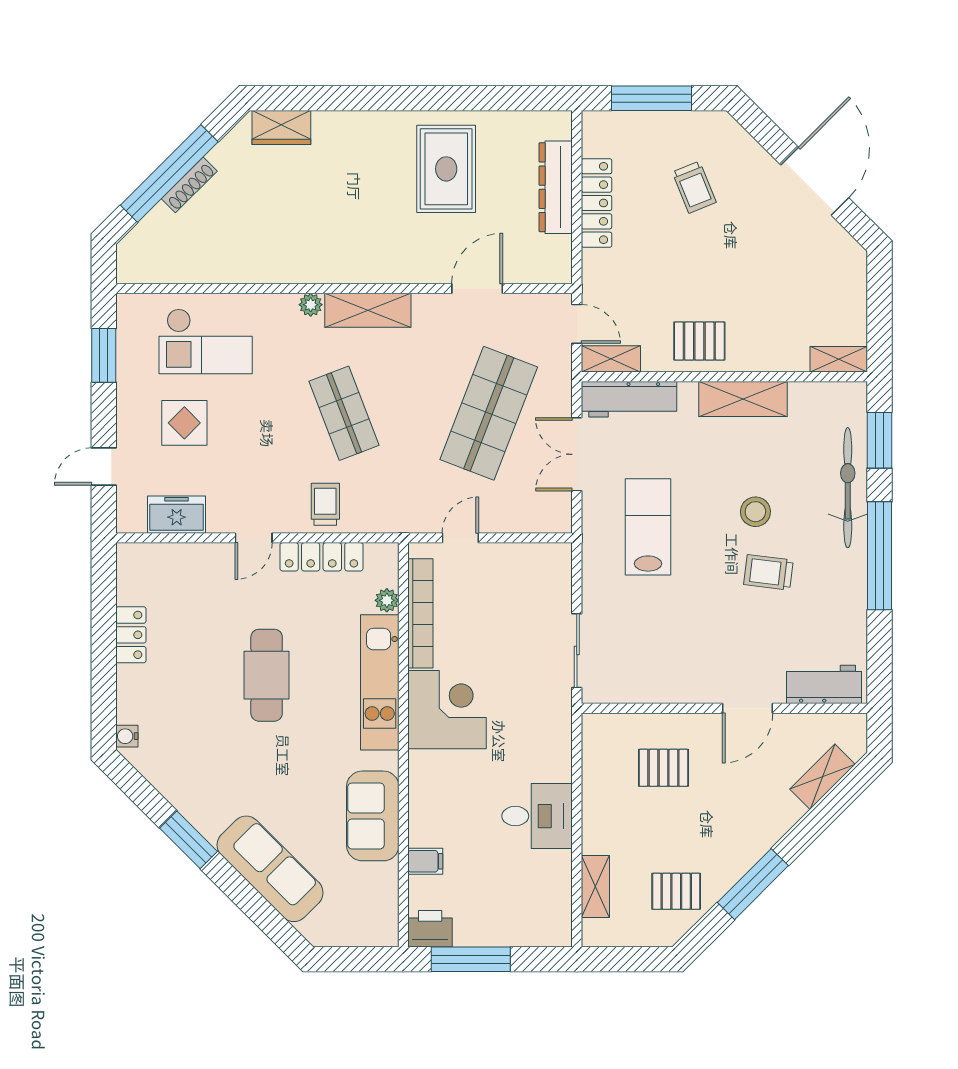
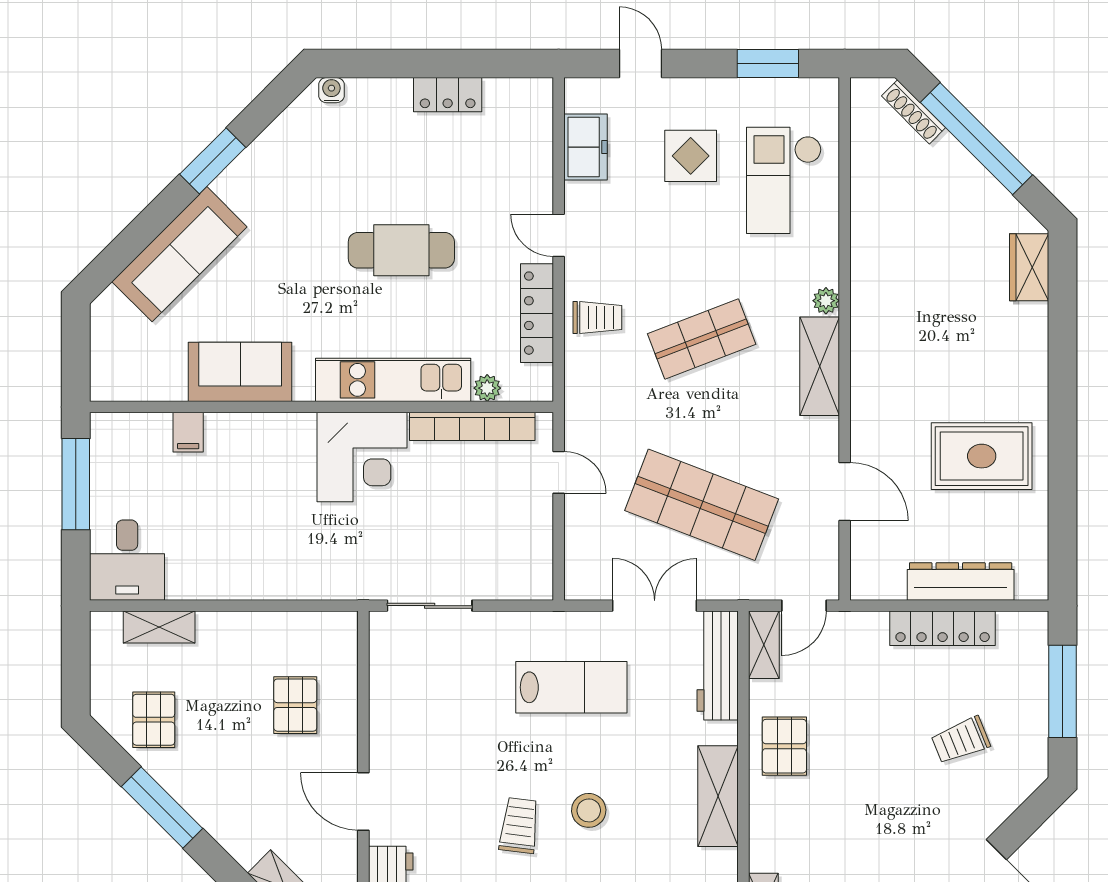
shoe rack: (189, 185) -> (914, 112), moved
desk: (537, 816) -> (127, 560), moved
printer: (430, 929) -> (111, 438), removed

